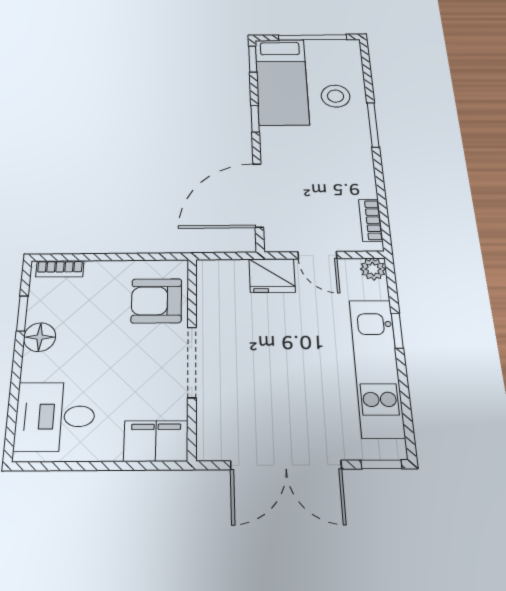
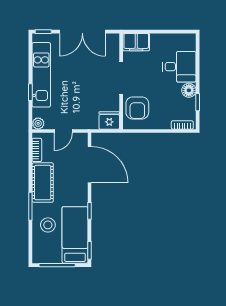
cot: (353, 164) -> (43, 183), added
door: (258, 195) -> (90, 165), hinge flipped
door: (317, 255) -> (63, 131), swing flipped
fridge: (272, 276) -> (109, 120), moved
armchair: (156, 301) -> (137, 108), turned 90
desk: (55, 416) -> (179, 67), moved
double door: (286, 465) -> (82, 32), swing flipped

